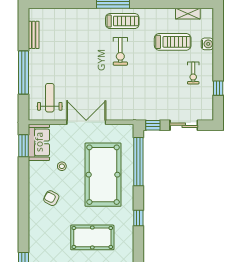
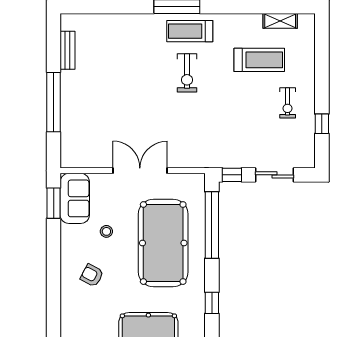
treadmill: (122, 21) -> (190, 31), turned 180
water cooler: (207, 44) -> (307, 63), removed
weight bench: (50, 98) -> (90, 137), removed

